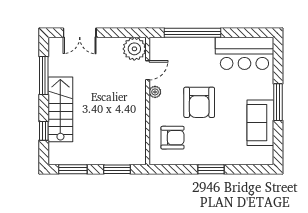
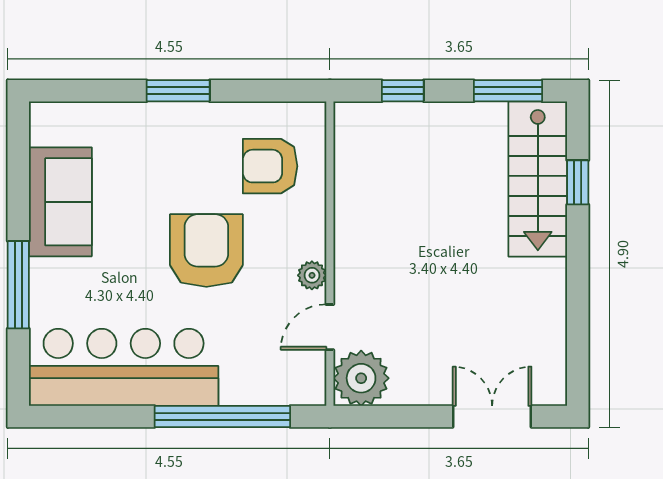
bar counter: (244, 53) -> (124, 367), width x1.36
window: (44, 76) -> (578, 314), removed
window: (278, 102) -> (18, 285), moved
stairs: (60, 109) -> (538, 179), moved
window: (117, 169) -> (403, 91), width x0.67

